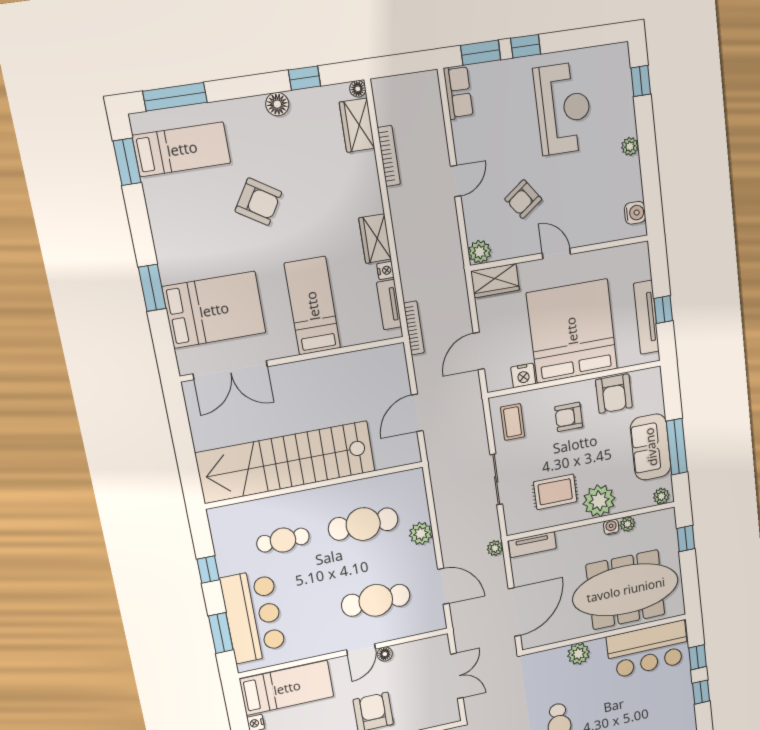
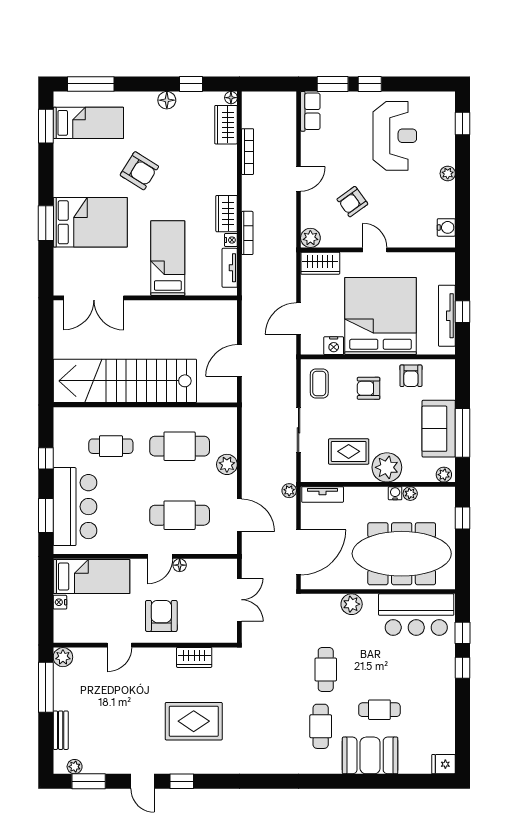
bed: (214, 310) -> (90, 222), moved
bookcase: (414, 328) -> (247, 233), moved
armchair: (614, 394) -> (411, 376), width x0.72, depth x0.72

